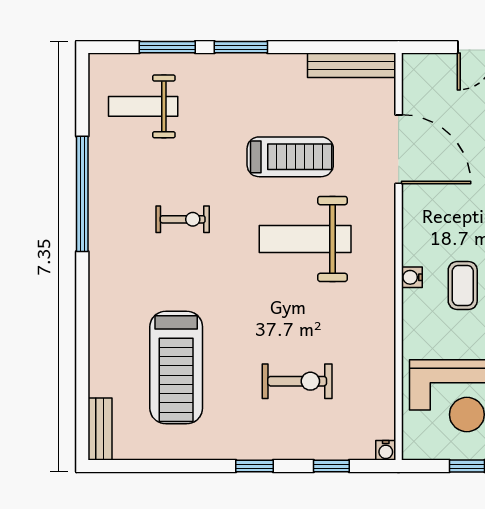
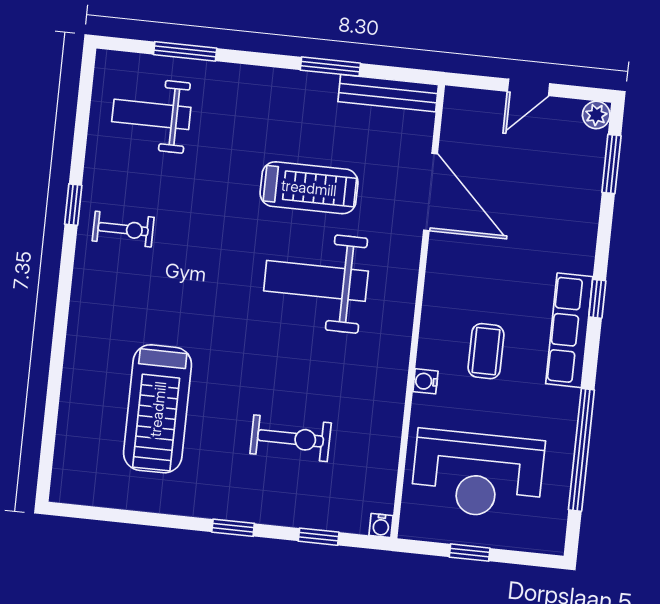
window: (241, 47) -> (330, 67), moved
window: (82, 194) -> (73, 205), width x0.32
exercise bike: (183, 219) -> (123, 229), moved
water cooler: (412, 277) -> (425, 381), moved
bench: (100, 429) -> (65, 468), removed

